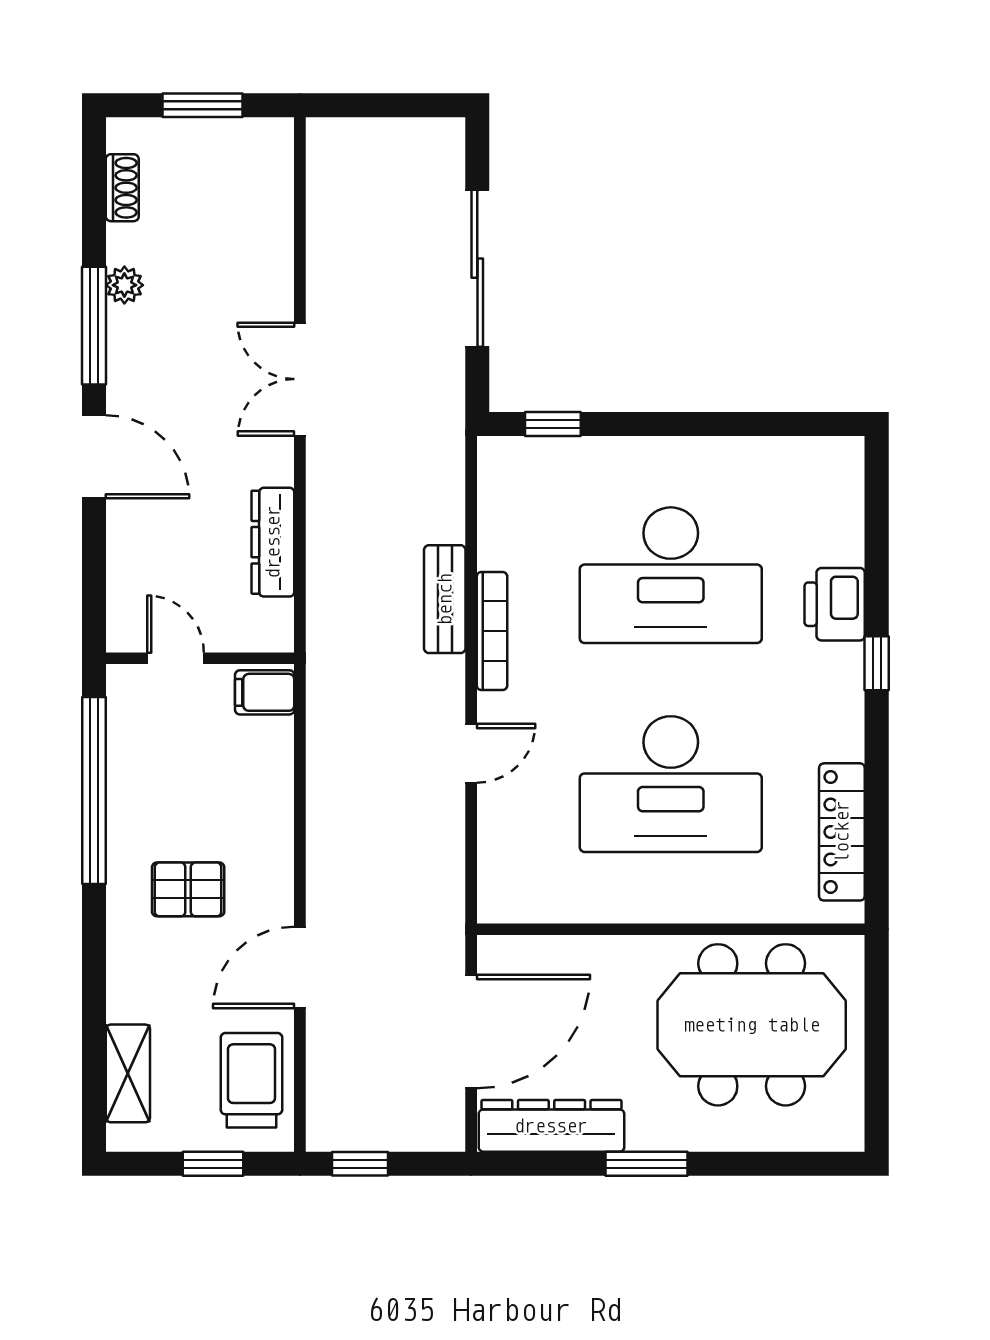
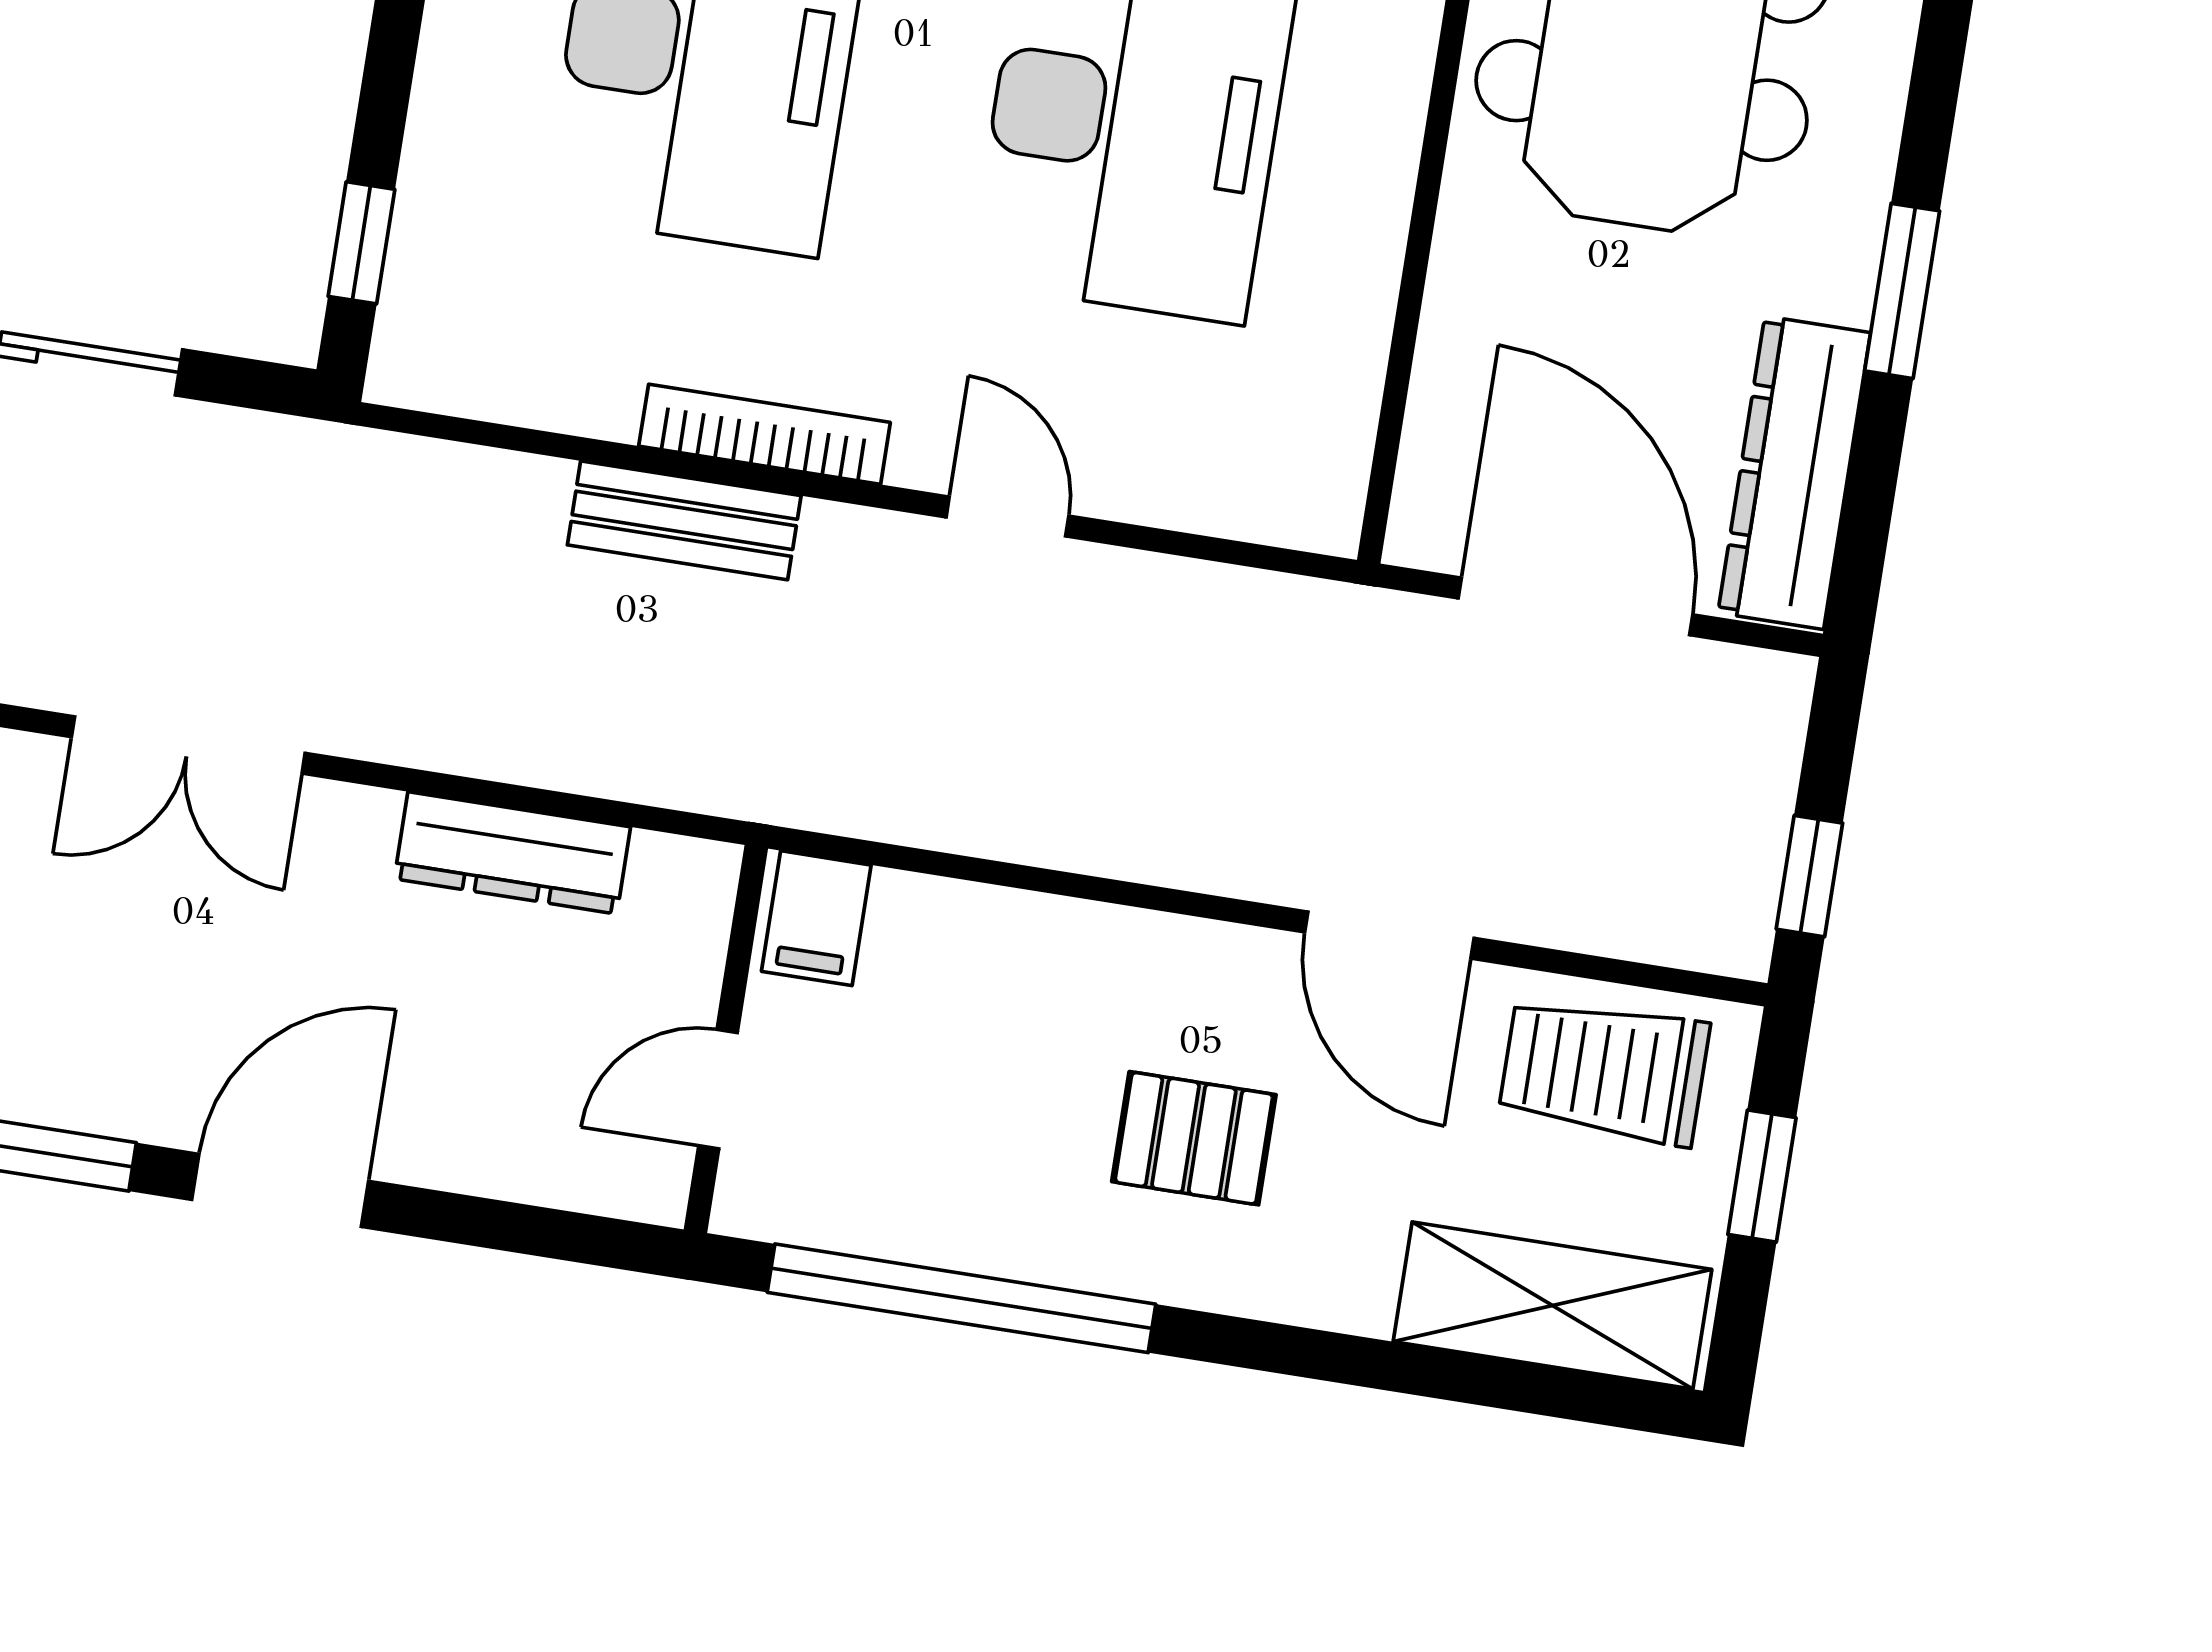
pallet: (188, 889) -> (1194, 1138), turned 90
shelving: (128, 1073) -> (1552, 1306), width x1.50, depth x1.33

